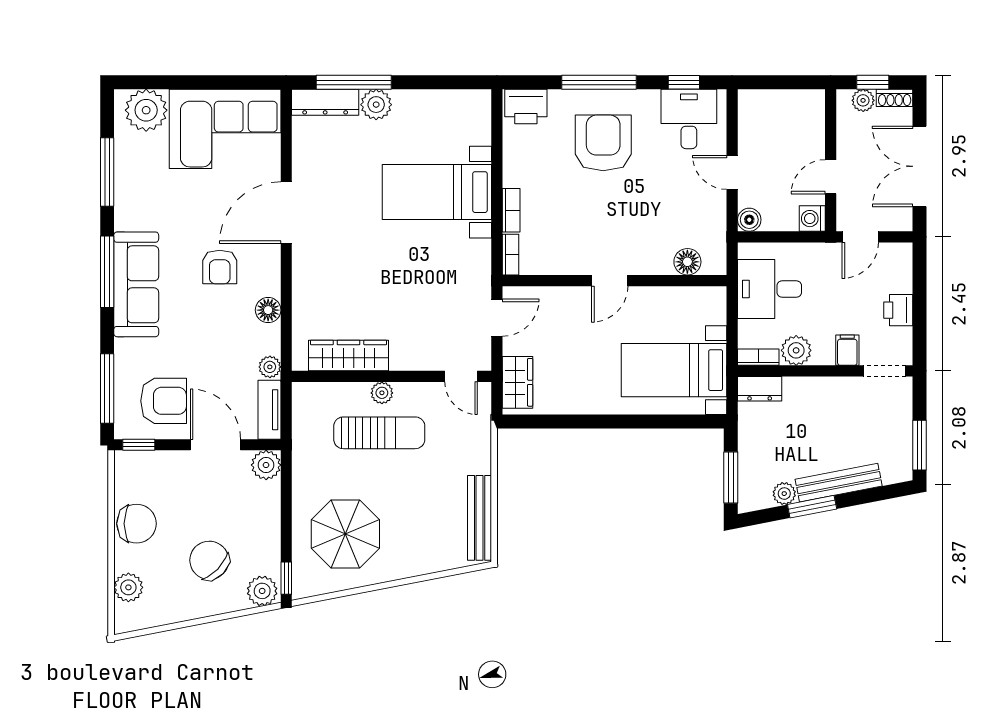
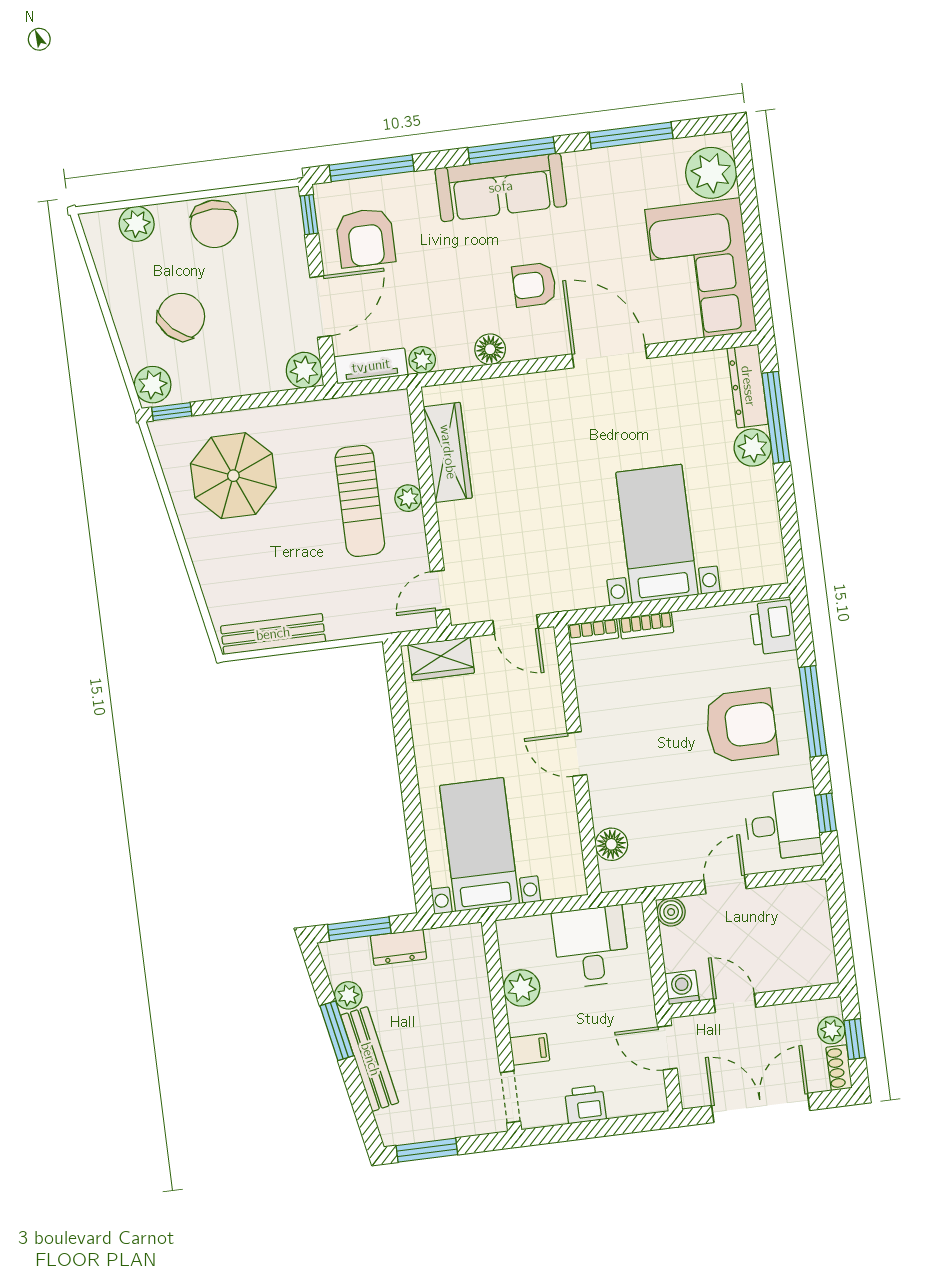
bookcase: (758, 357) -> (508, 944), removed
dresser: (760, 389) -> (398, 947), moved, turned -90

